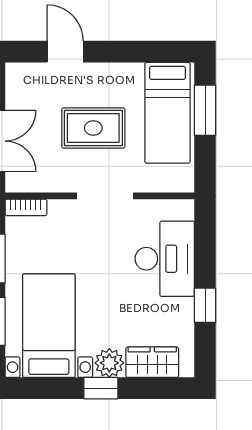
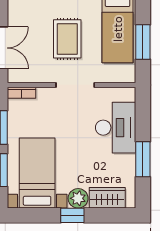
window: (205, 110) -> (143, 42), moved
rug: (93, 128) -> (67, 39), turned 90
window: (205, 305) -> (143, 159), width x1.50

